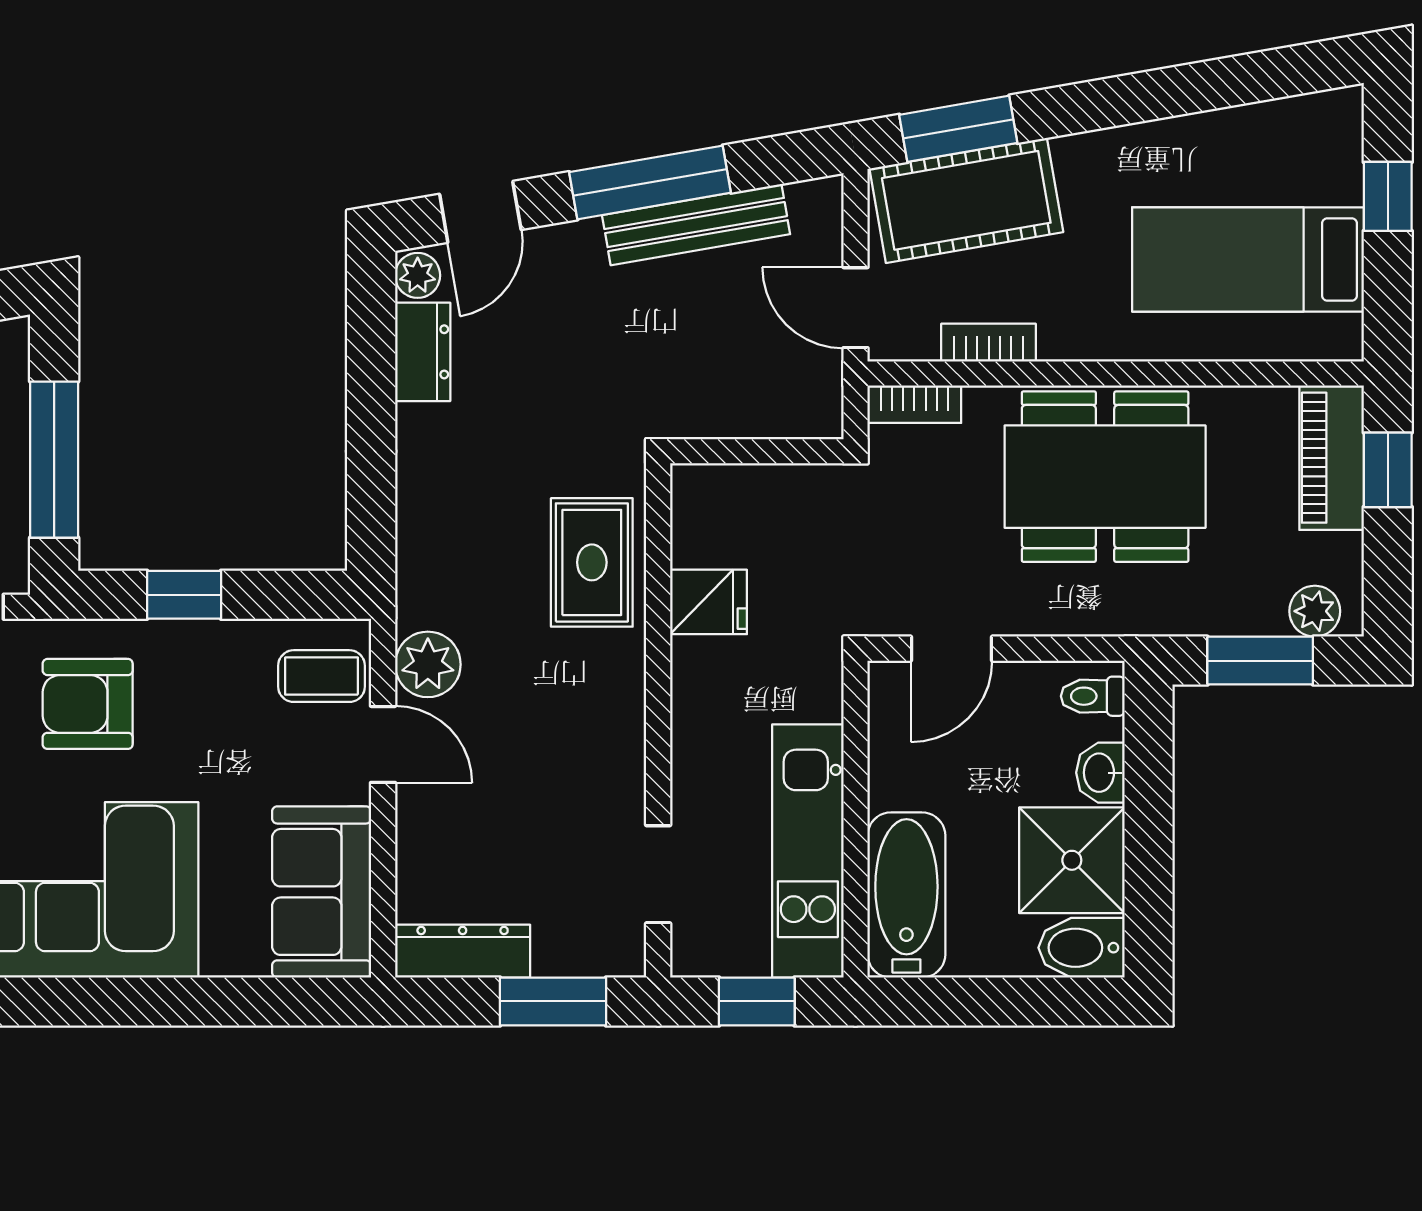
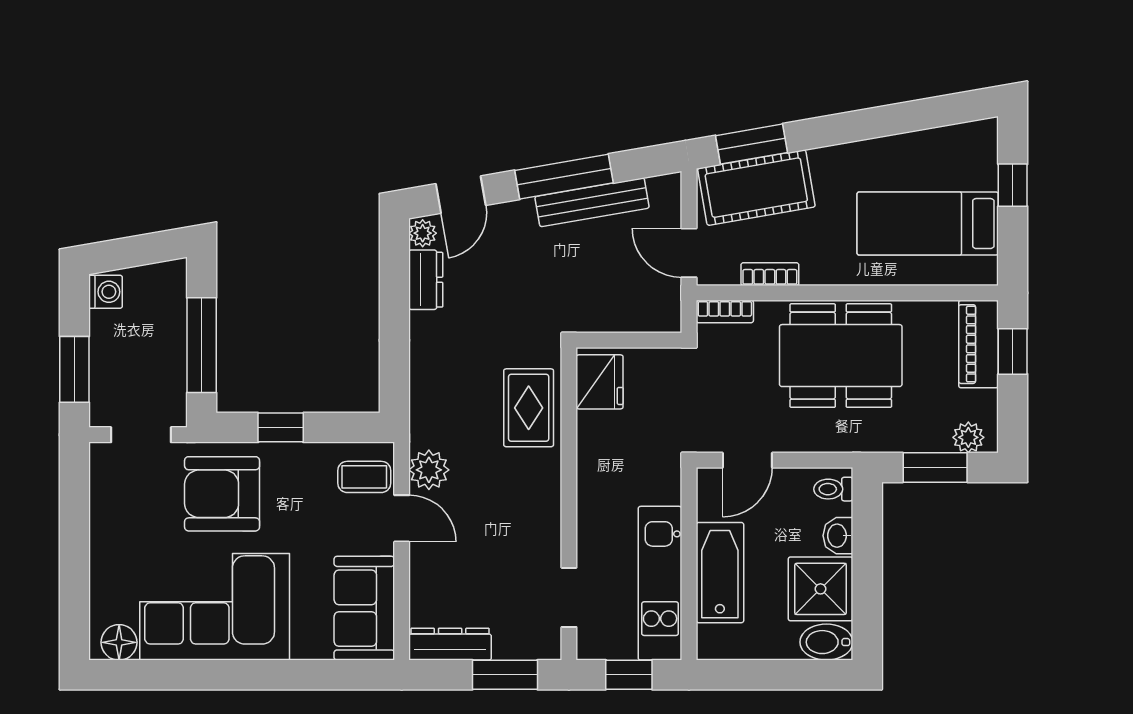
fridge: (709, 602) -> (600, 382), moved, width x1.38
armchair: (88, 704) -> (222, 494), width x1.36, depth x1.36
bathtub: (906, 895) -> (720, 573), moved

